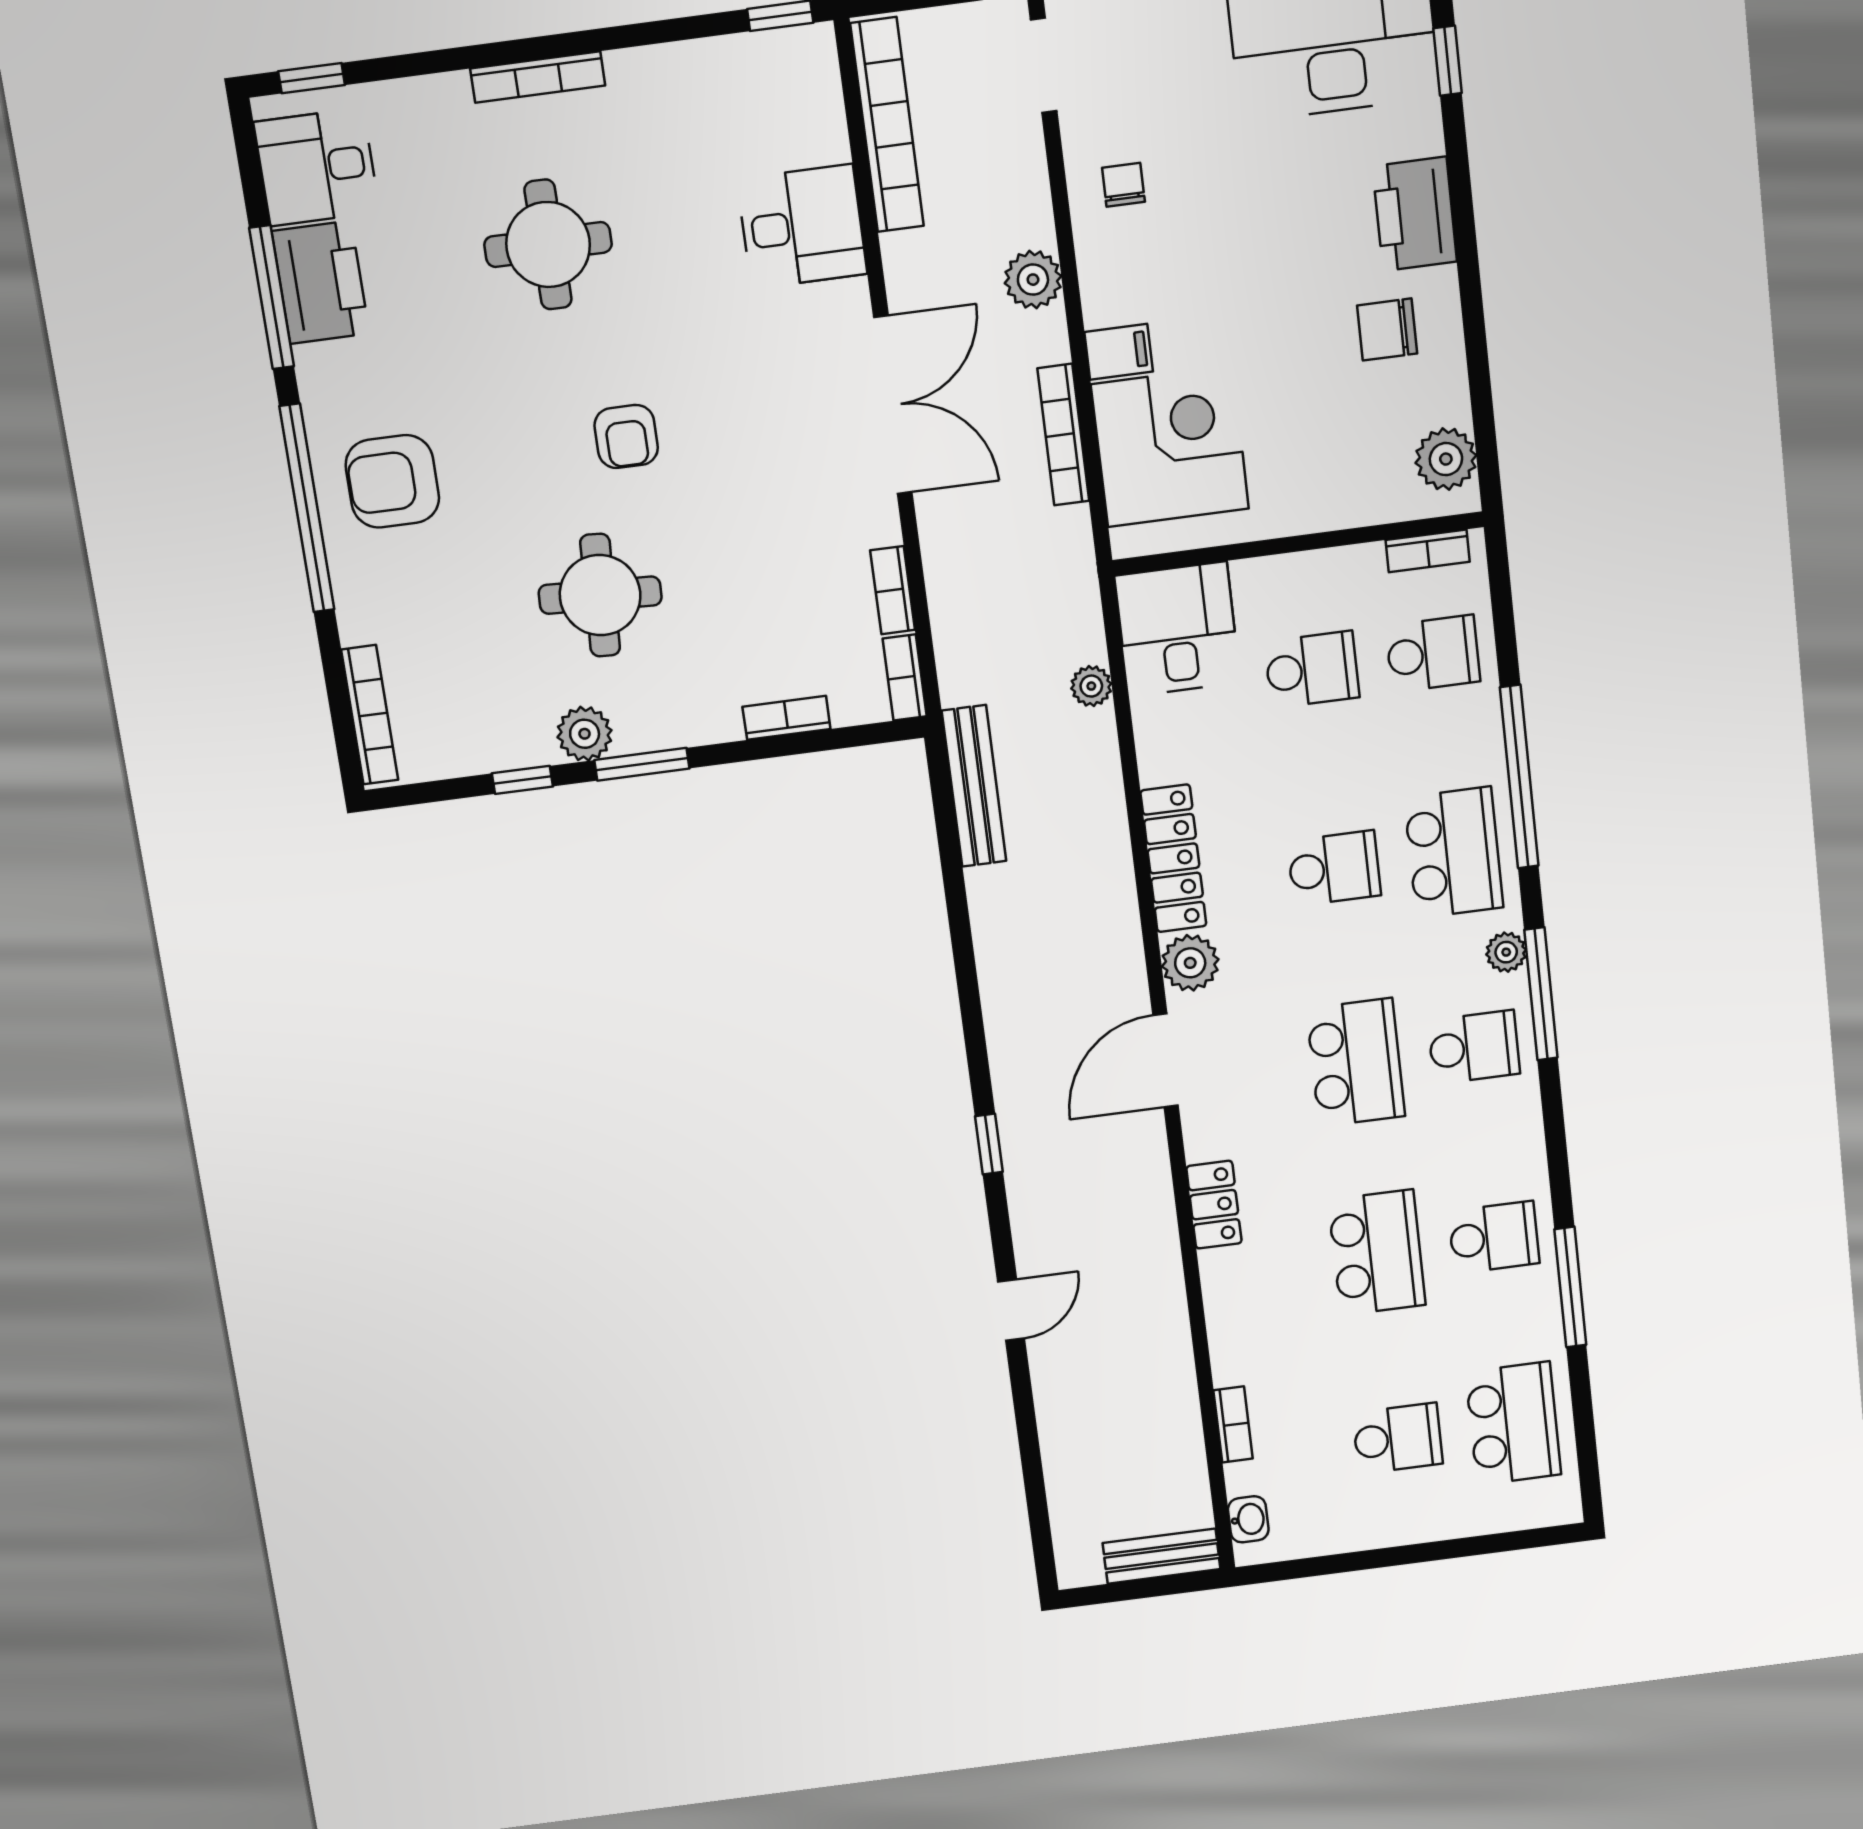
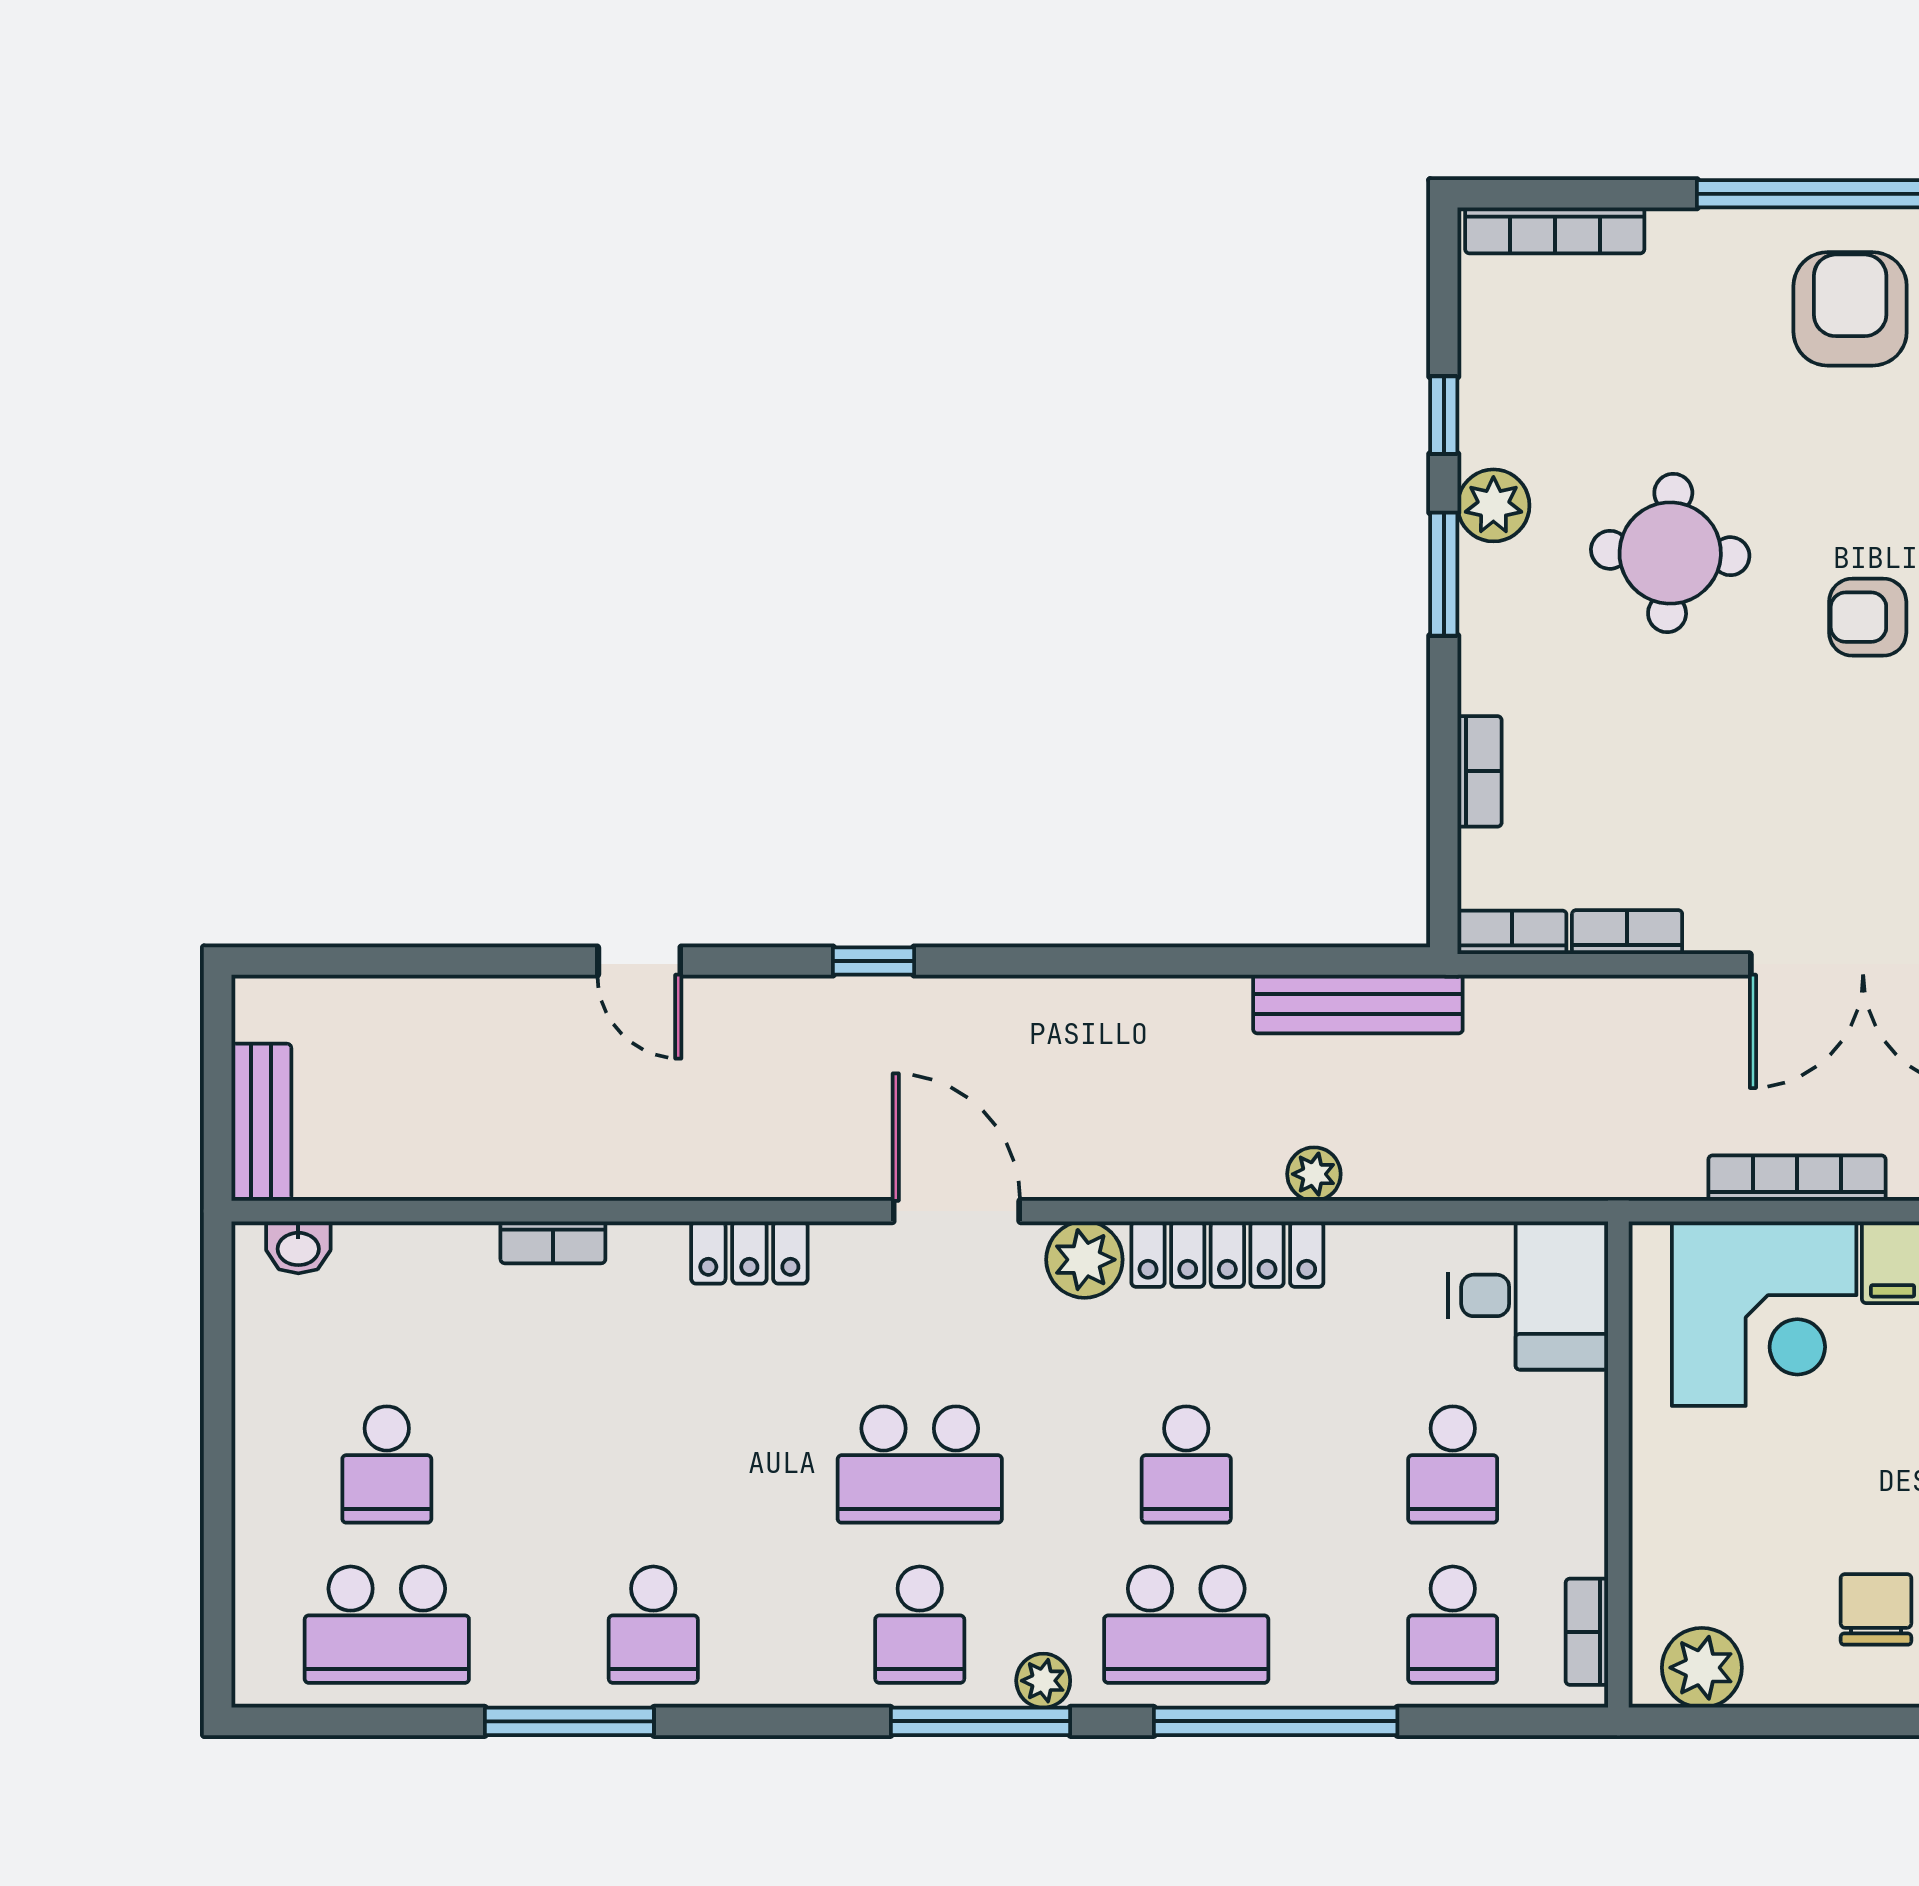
plant: (1091, 686) -> (1314, 1174), moved
school desk: (1377, 1253) -> (653, 1465), removed
bookcase: (1233, 1424) -> (553, 1242), moved

